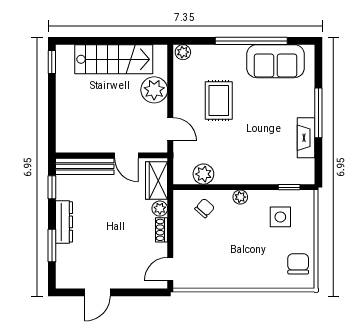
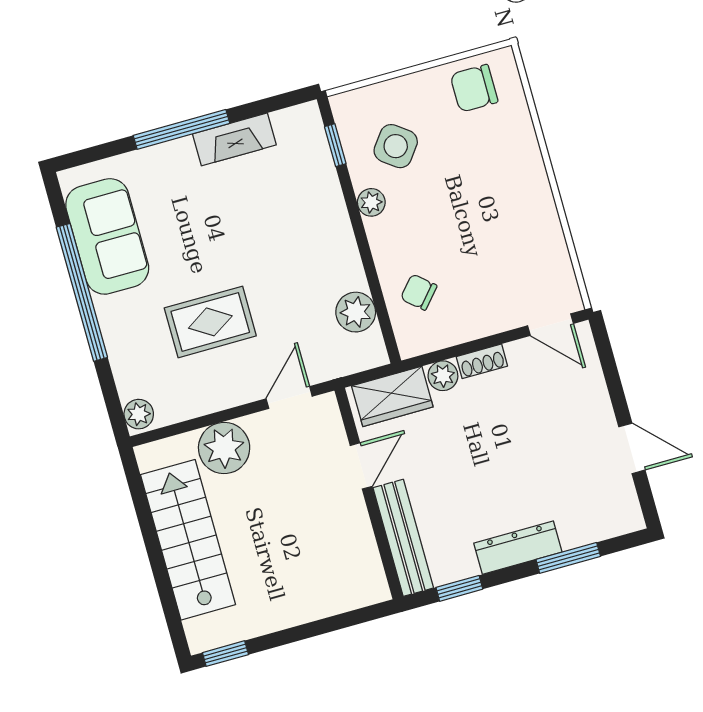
plant: (240, 197) -> (371, 202), moved
side table: (280, 217) -> (396, 146), turned 37

